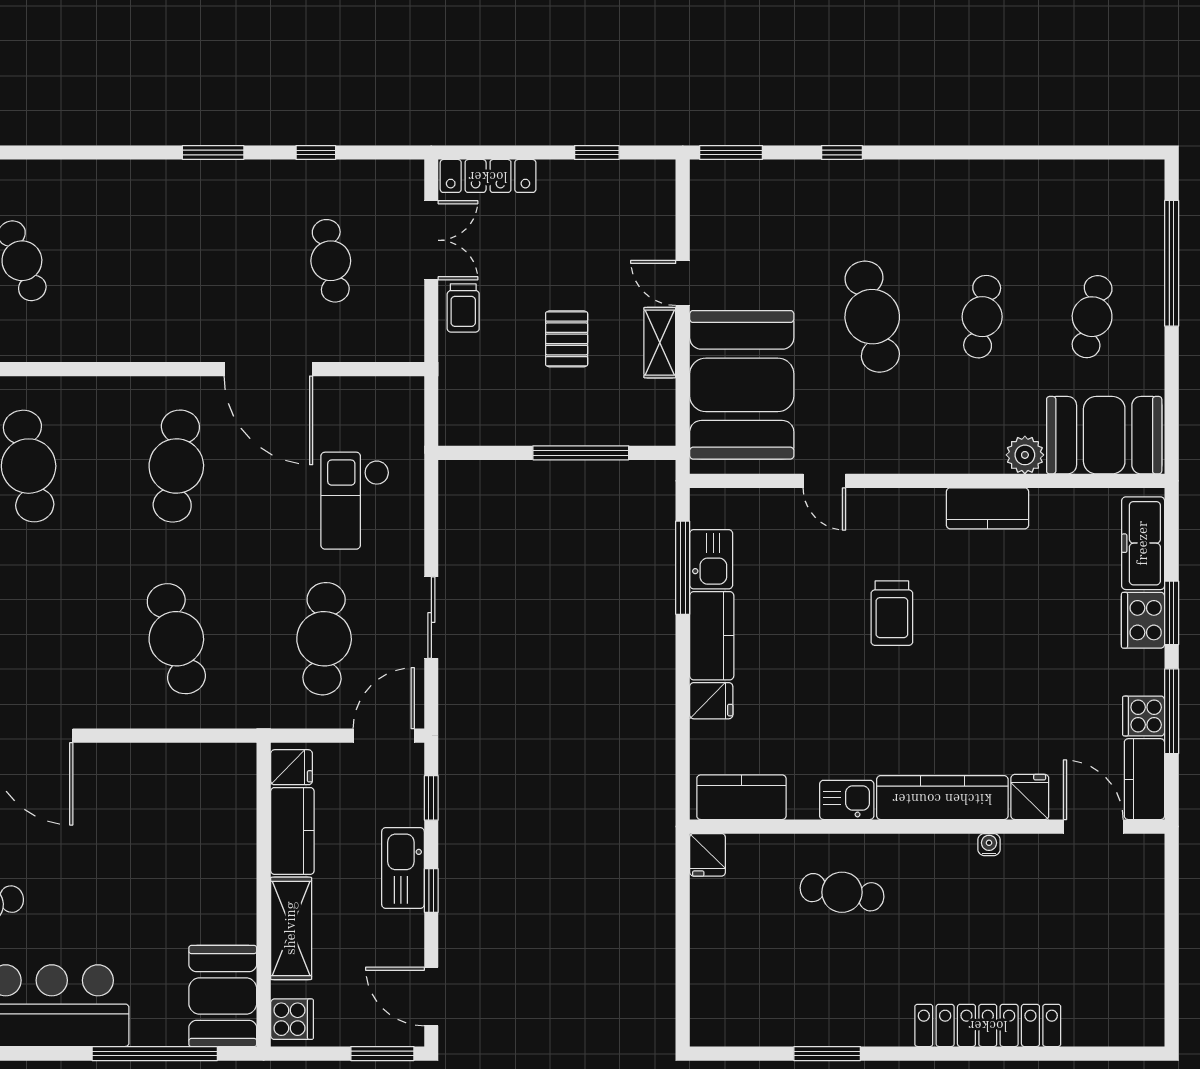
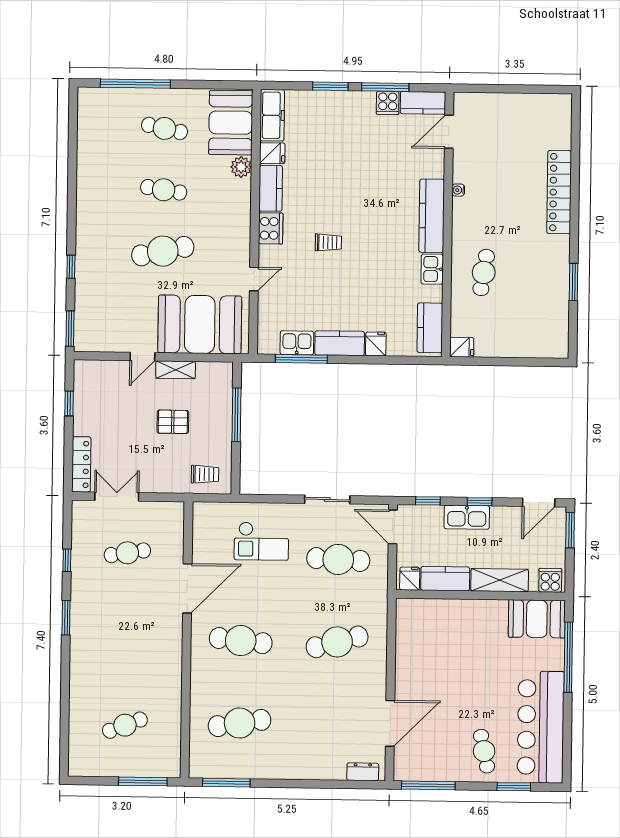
trolley: (463, 308) -> (205, 474), moved
freezer: (1143, 543) -> (272, 115), moved, turned -90
trolley: (892, 613) -> (328, 242), width x0.73, depth x0.72
cooker: (1143, 620) -> (271, 228), moved, turned -90
fridge: (1030, 797) -> (272, 153), moved, turned 180

